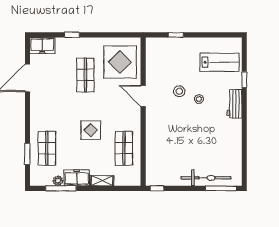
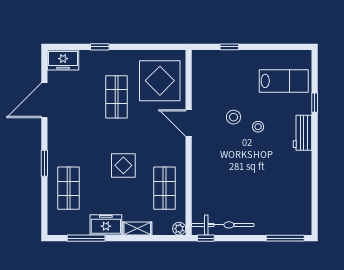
window: (27, 154) -> (44, 163), moved
bicycle: (206, 178) -> (223, 225), moved
plant: (58, 181) -> (179, 229), moved

